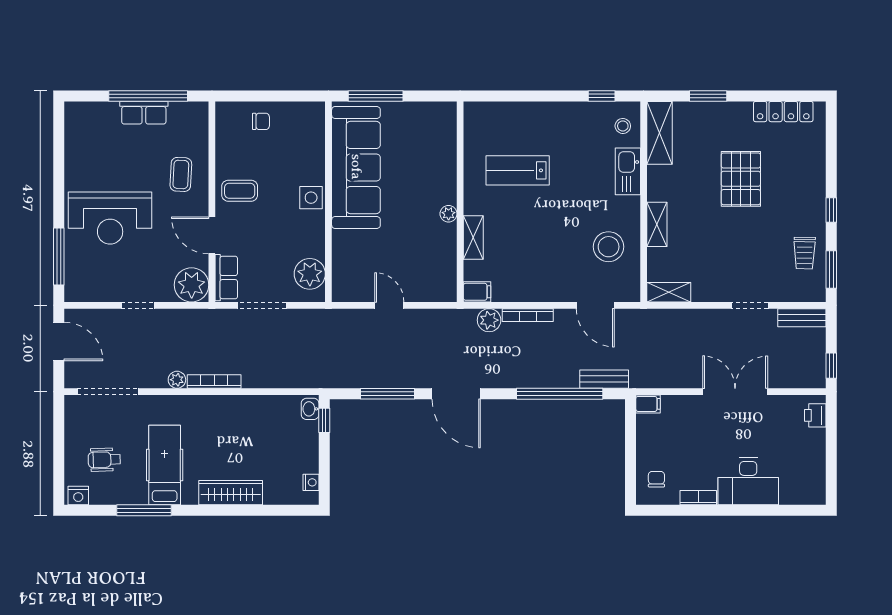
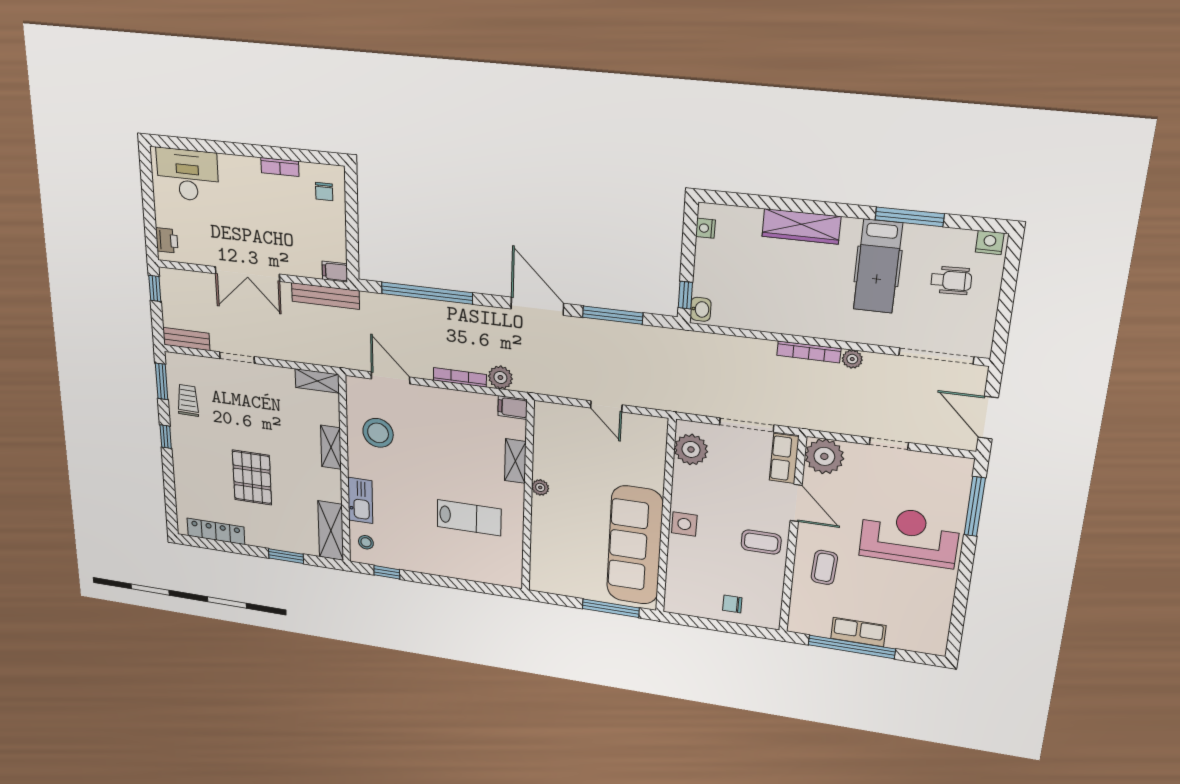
bench: (604, 379) -> (325, 296), moved, width x1.36
desk: (748, 481) -> (188, 175), moved

